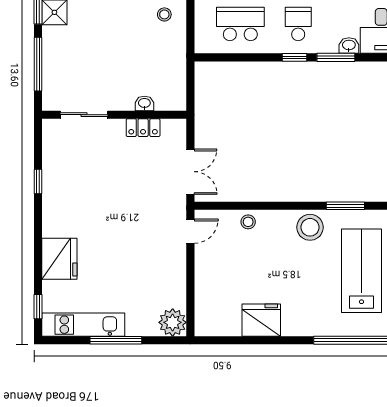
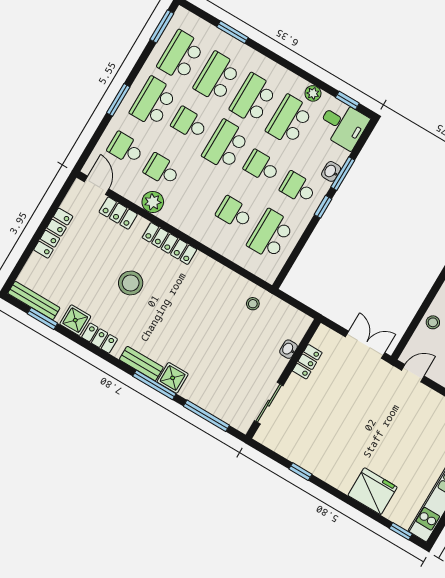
stool: (164, 14) -> (253, 304), moved
washbasin: (349, 45) -> (331, 171), moved
door: (190, 231) -> (413, 373), hinge flipped

